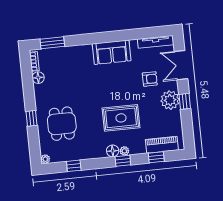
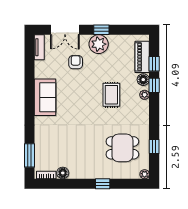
tv unit: (156, 42) -> (39, 47), width x0.71
rug: (121, 118) -> (111, 95), width x0.73, depth x0.70
dining table: (62, 124) -> (122, 148), moved
floor lamp: (113, 151) -> (143, 80), moved
window: (123, 161) -> (154, 85), moved

